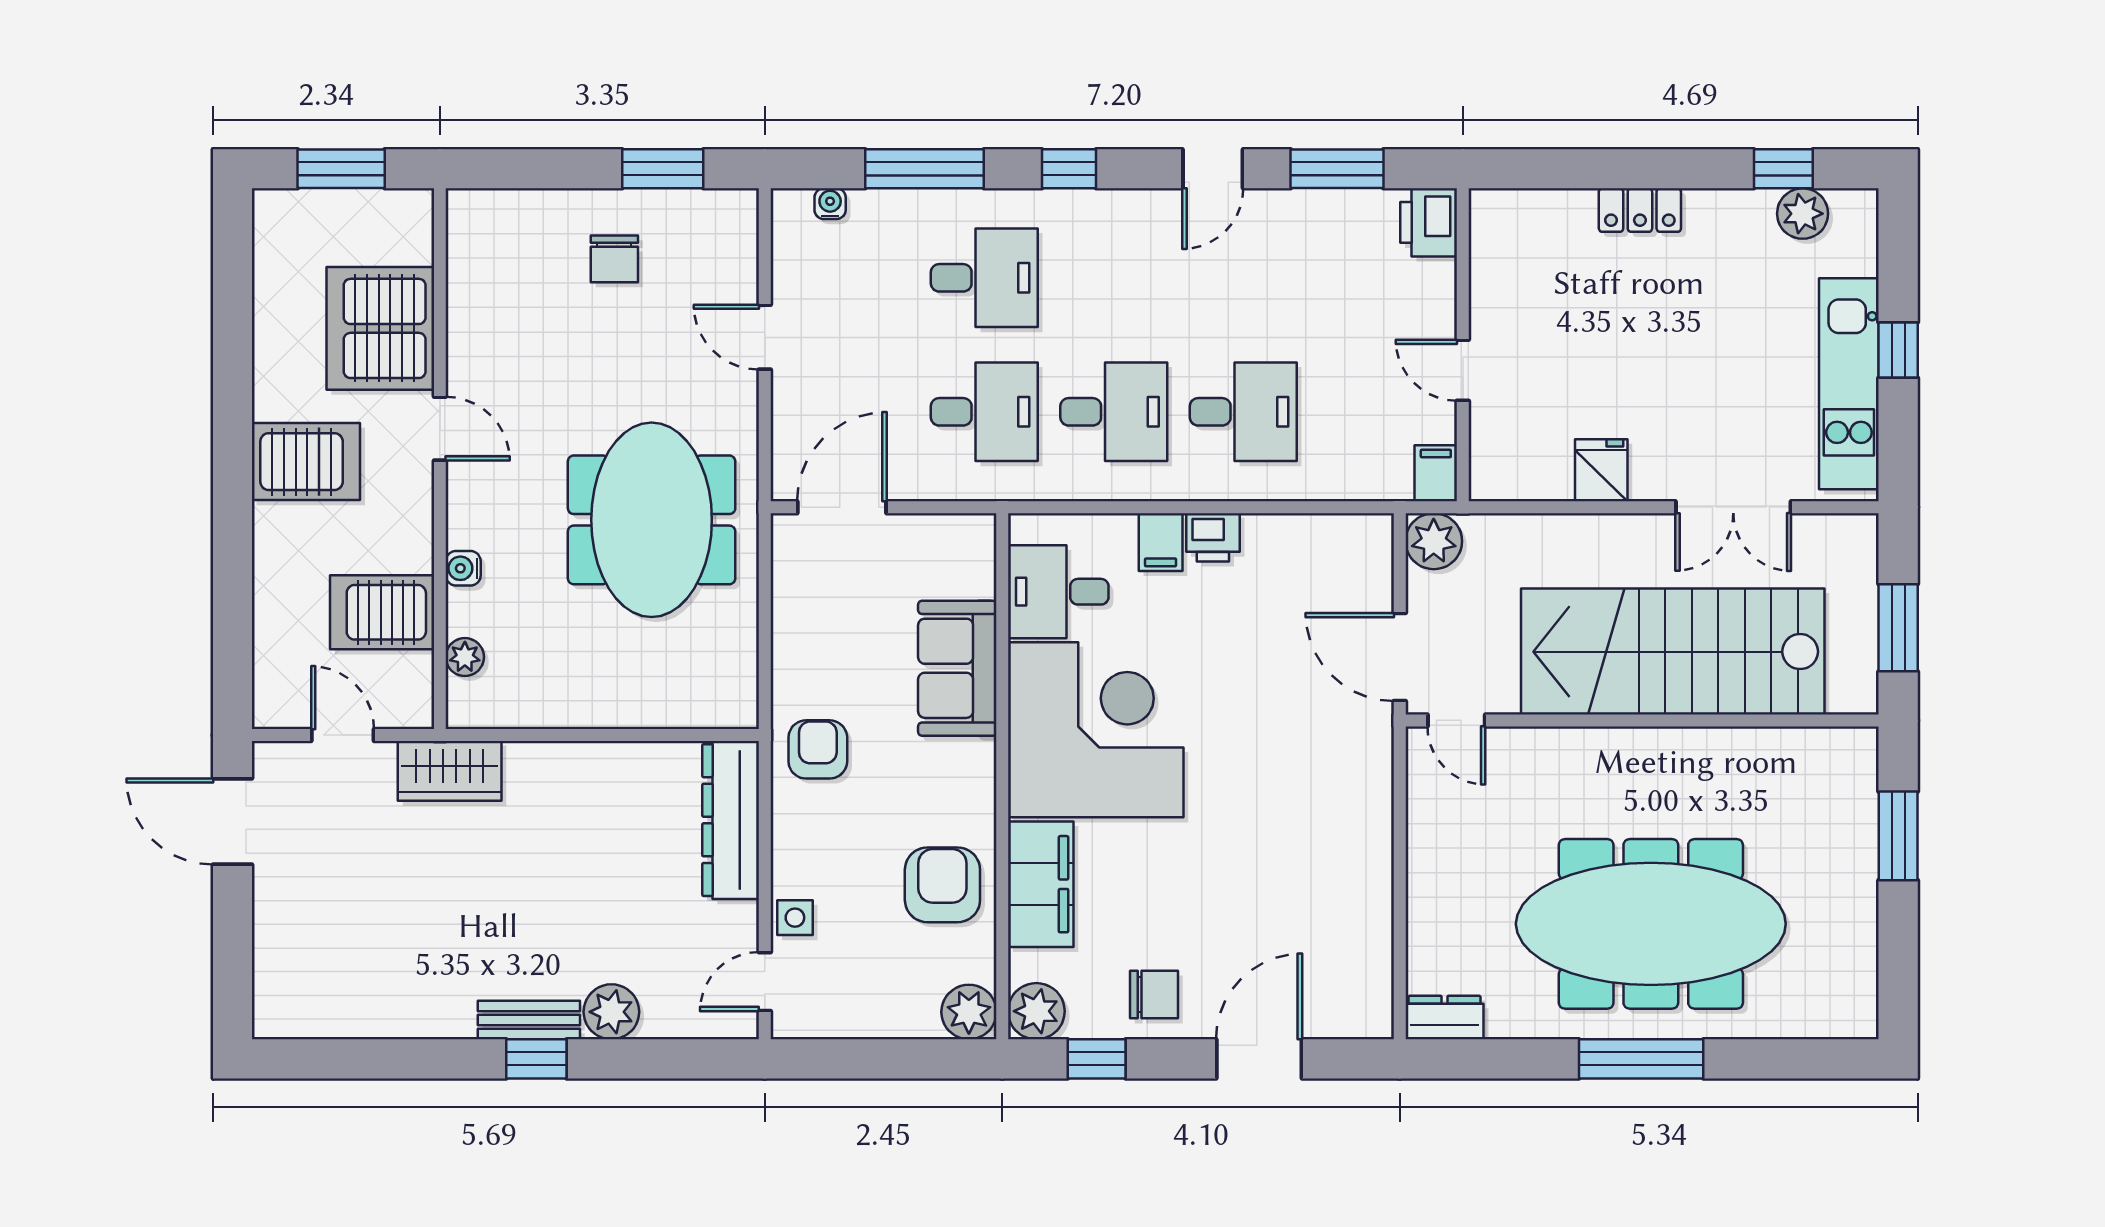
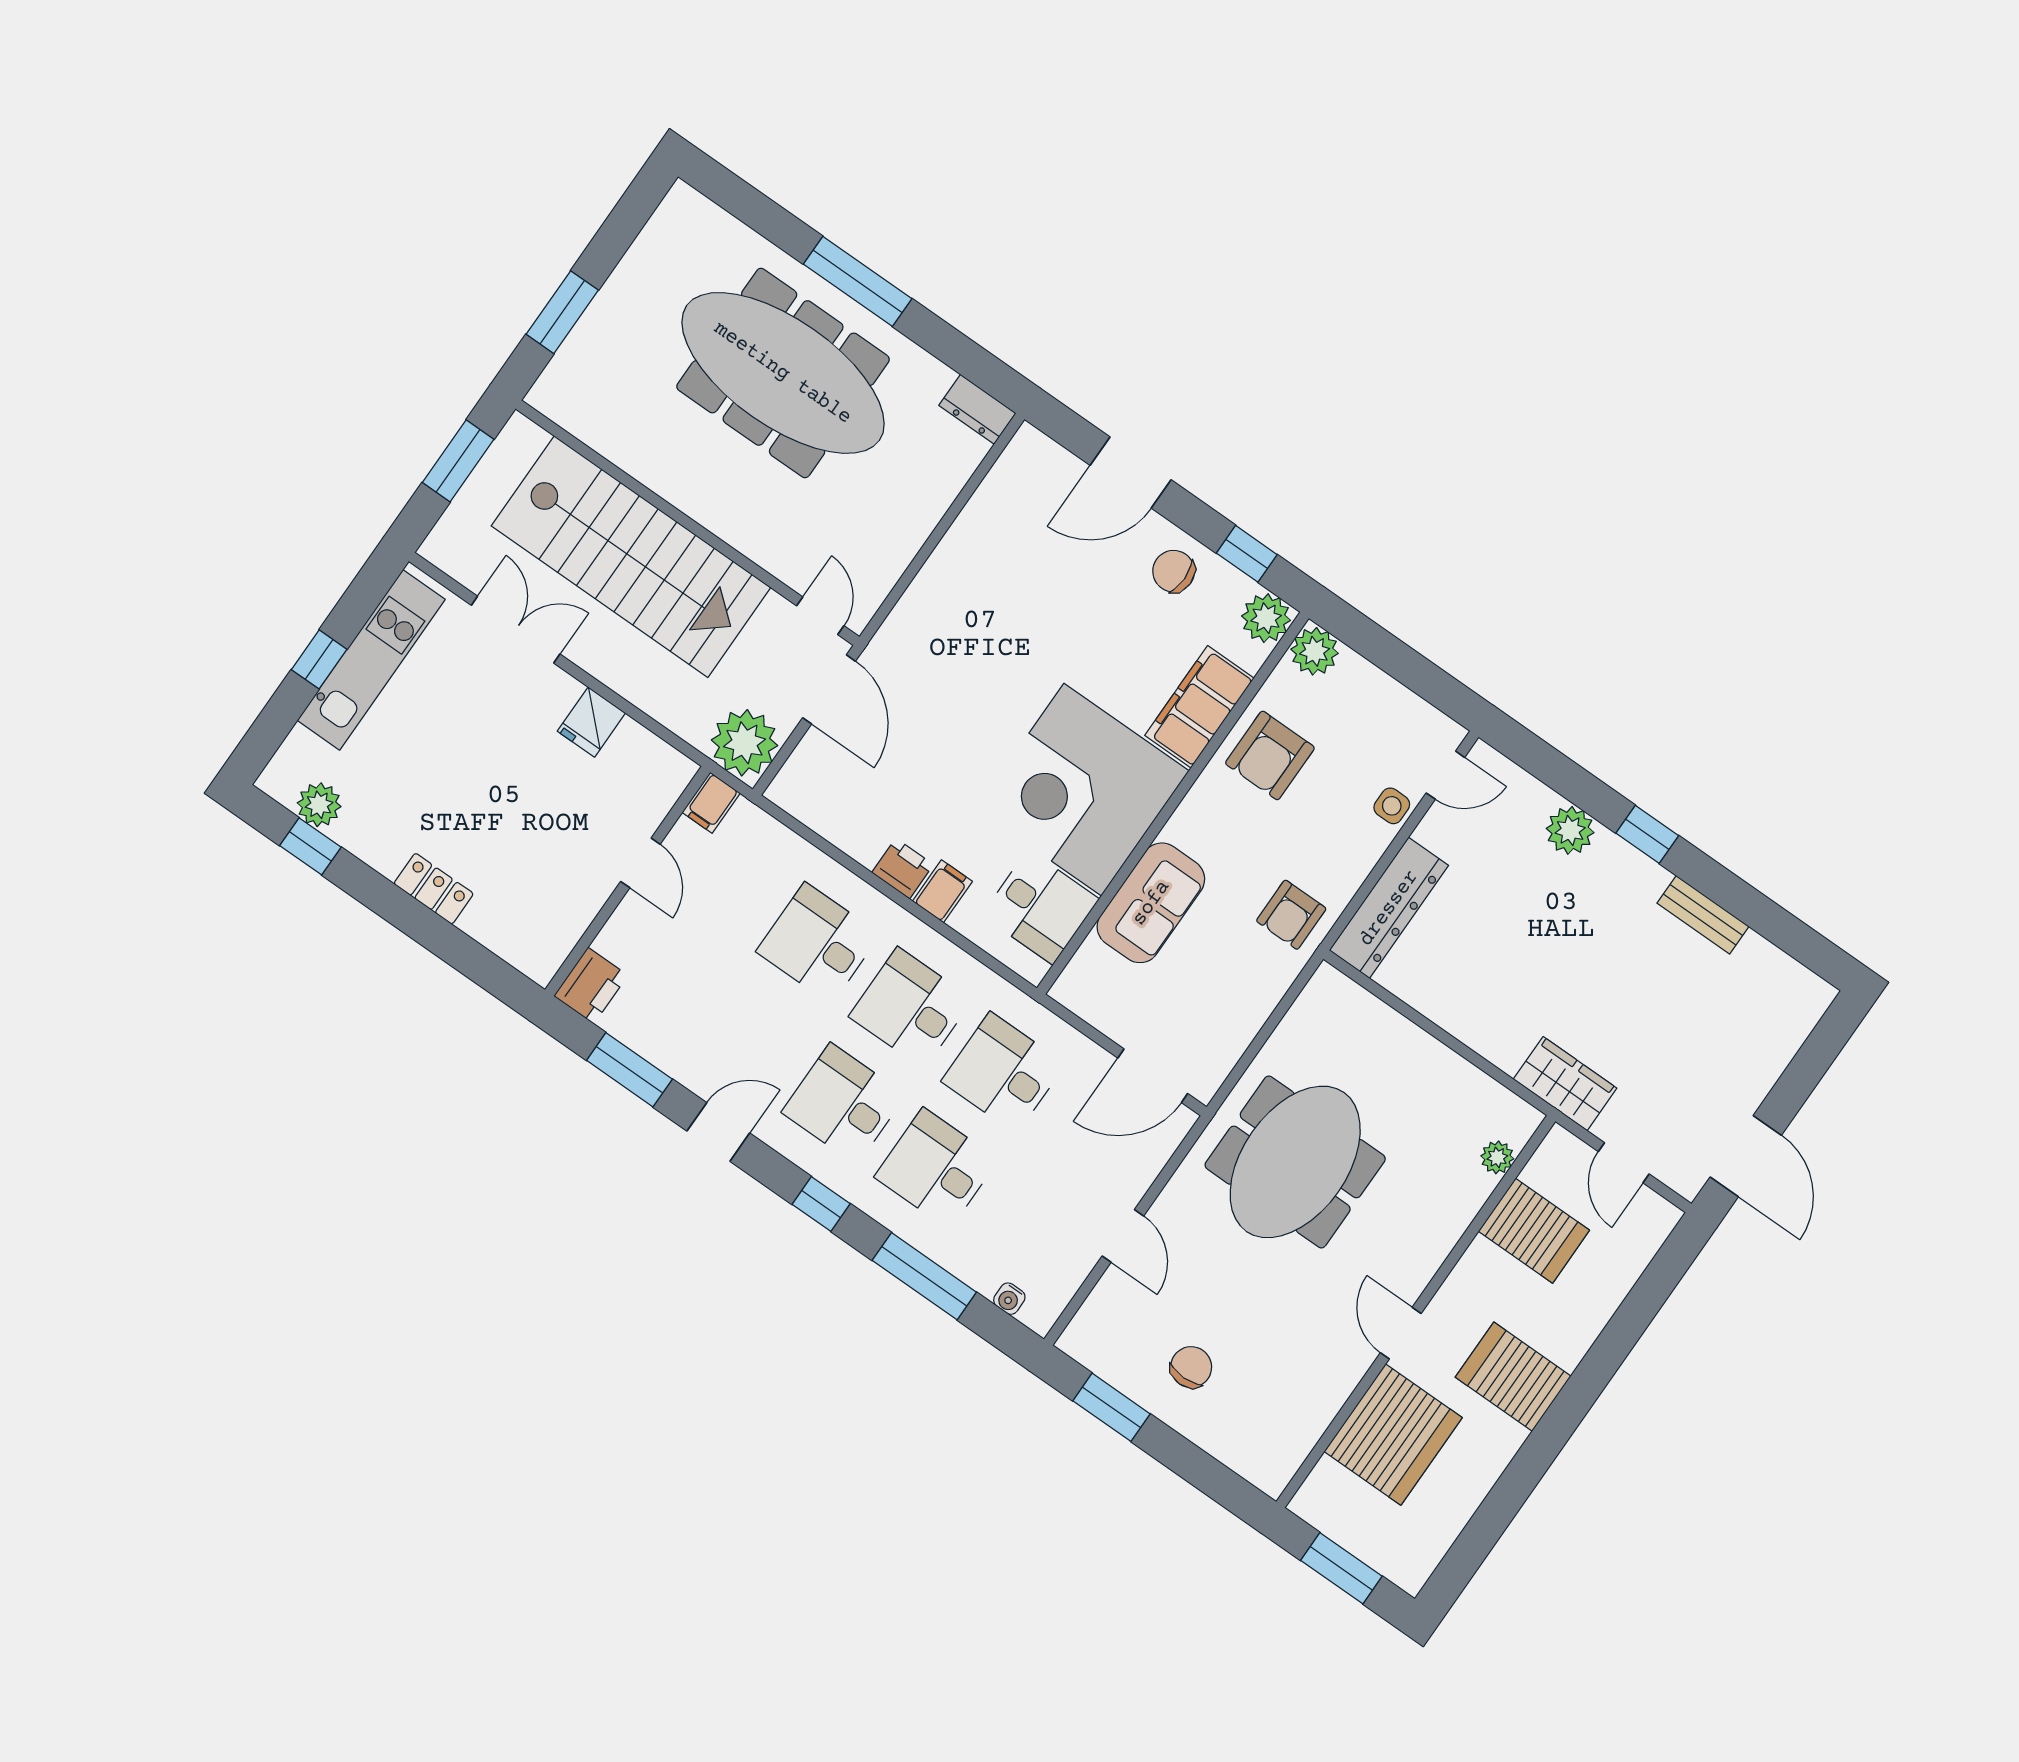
desk: (1114, 278) -> (844, 1104), added
plant: (1434, 541) -> (745, 743), width x1.36, depth x1.36
water cooler: (463, 568) -> (1454, 1222), removed
bench: (529, 1020) -> (1703, 915), moved

